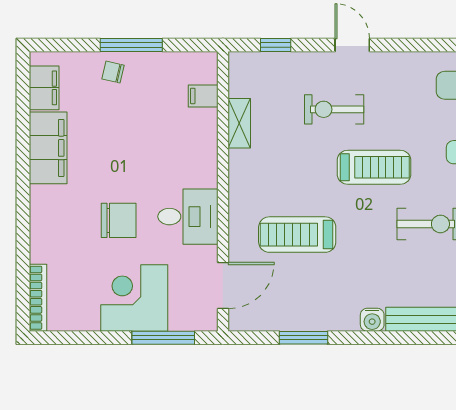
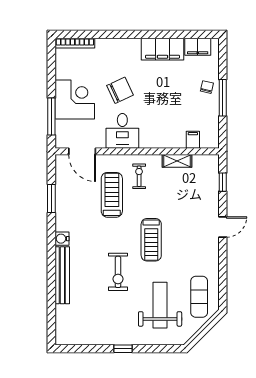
exercise bike: (334, 109) -> (139, 176), moved, width x0.73, depth x0.72
chair: (119, 220) -> (120, 90), turned -115

